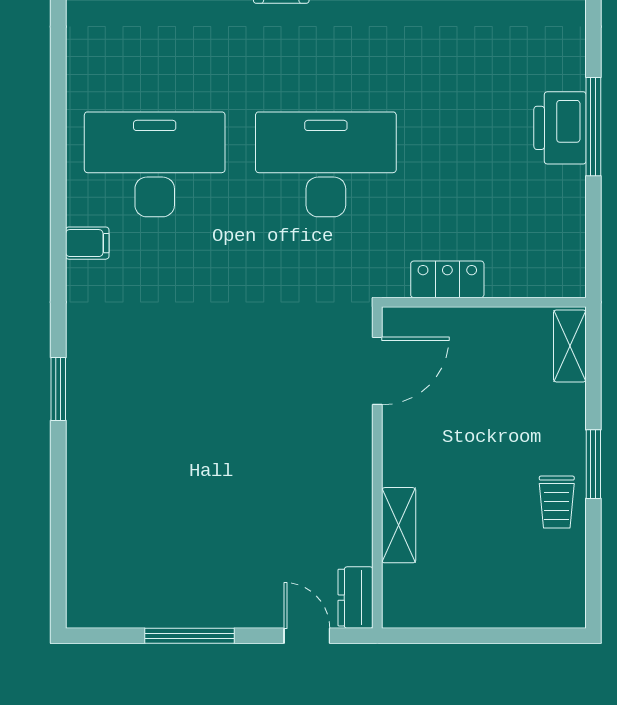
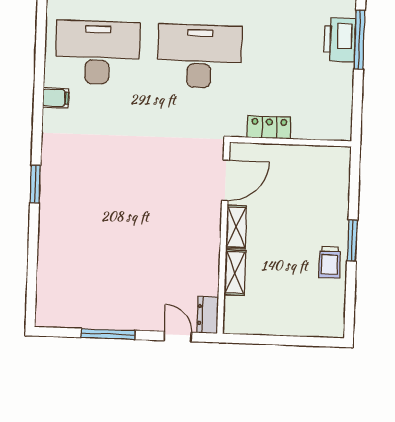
shelving: (570, 346) -> (236, 227), moved

